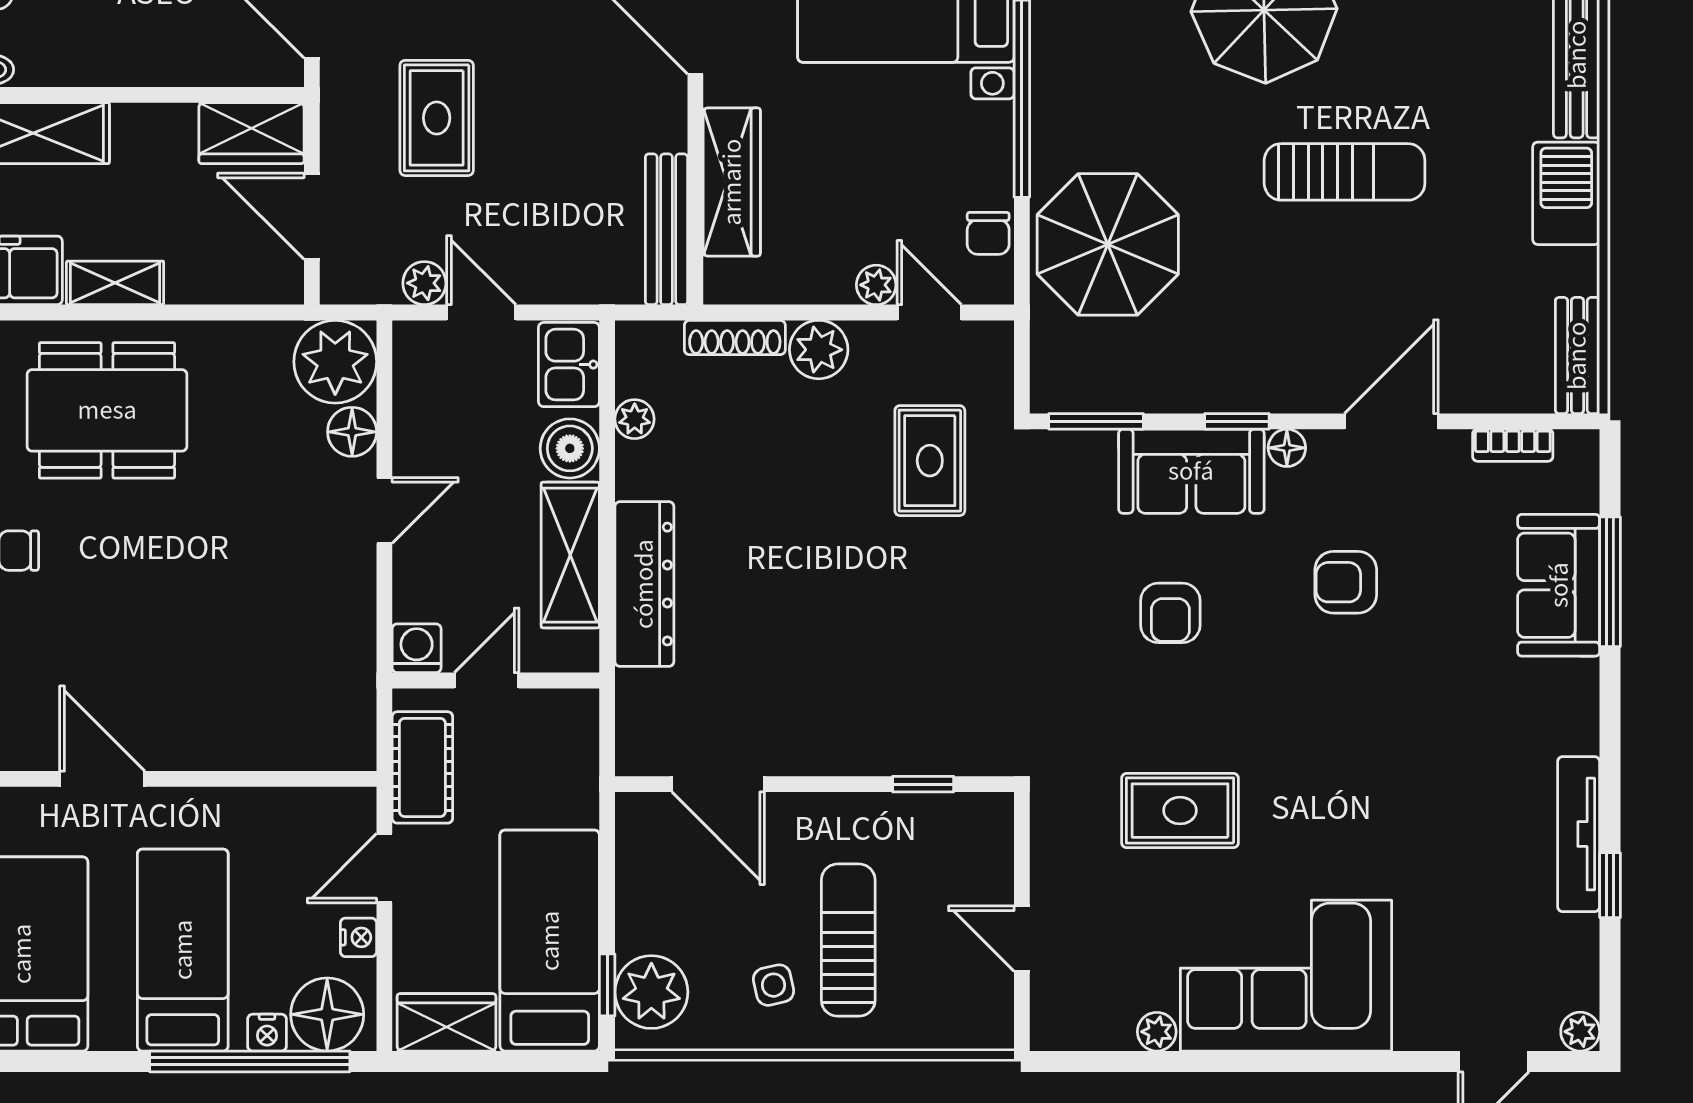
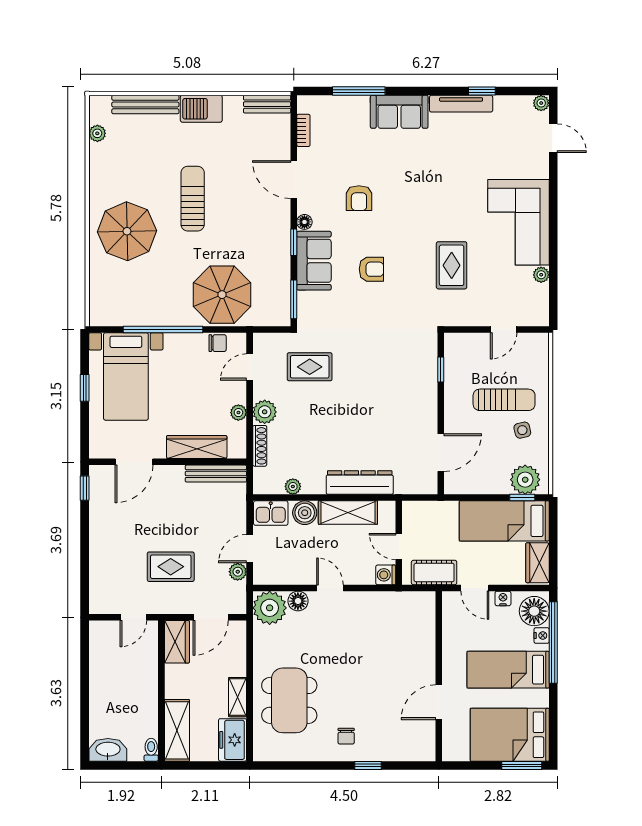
plant: (876, 285) -> (238, 413), moved
sofa: (1559, 585) -> (399, 112), moved
sun lounger: (848, 940) -> (504, 400), turned 180

